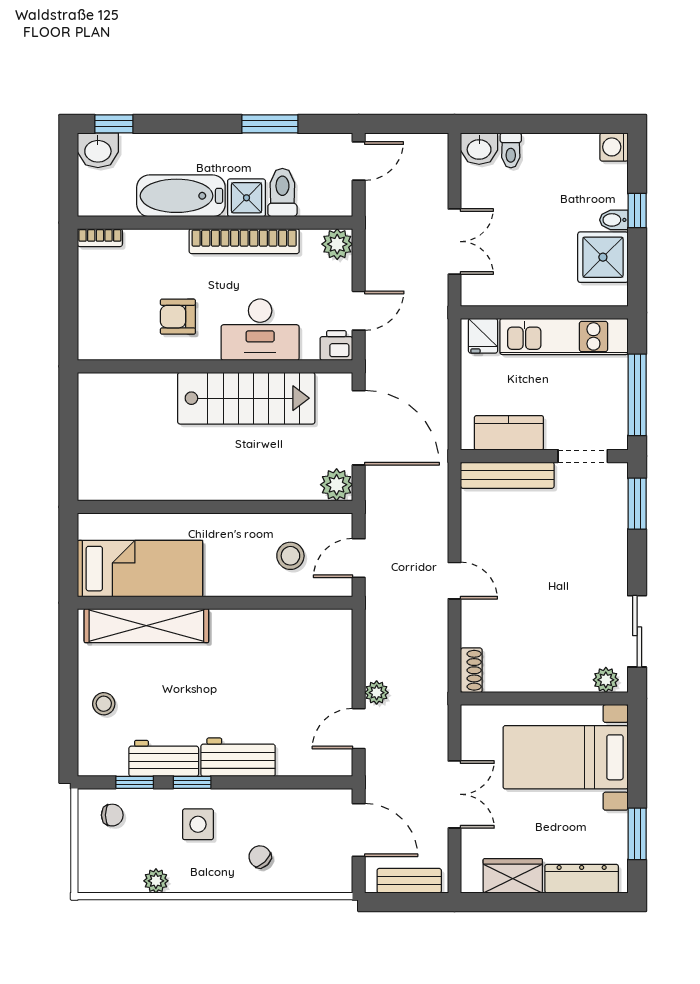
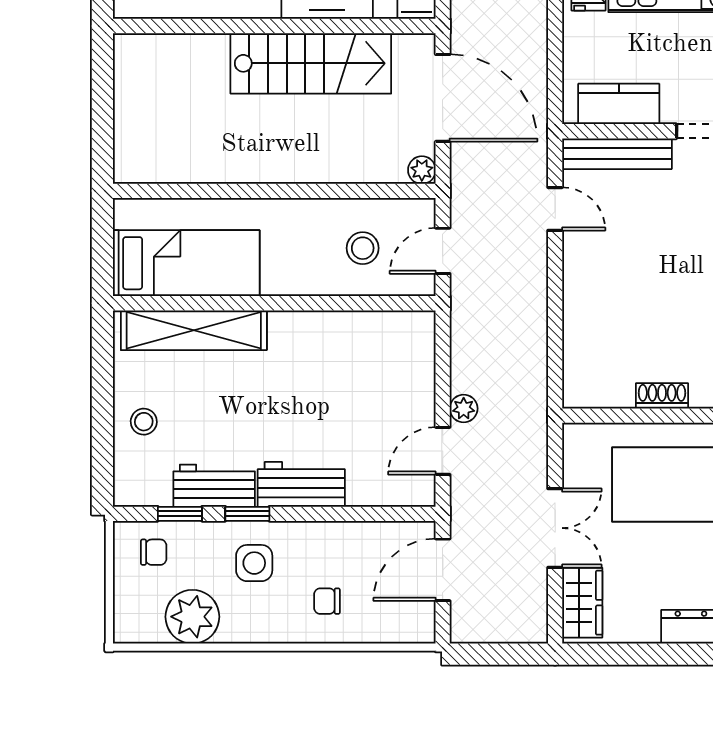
plant: (337, 485) -> (422, 170), width x0.73, depth x0.73
door: (455, 581) -> (555, 209), moved
shoe rack: (471, 670) -> (662, 396), moved, turned -90
door: (359, 830) -> (443, 570), swing flipped
chair: (260, 857) -> (327, 601), turned -46
wardrobe: (513, 876) -> (582, 603), moved, turned 90
plant: (156, 881) -> (192, 617), width x1.88, depth x1.88
bench: (409, 881) -> (502, 629), removed

